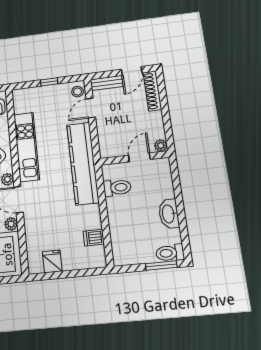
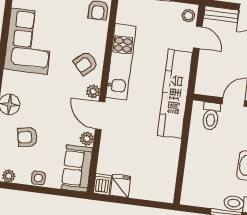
door: (91, 108) -> (198, 37), swing flipped
toilet: (117, 188) -> (211, 116), moved, turned 90
dishwasher: (94, 238) -> (102, 184), moved, turned 90

